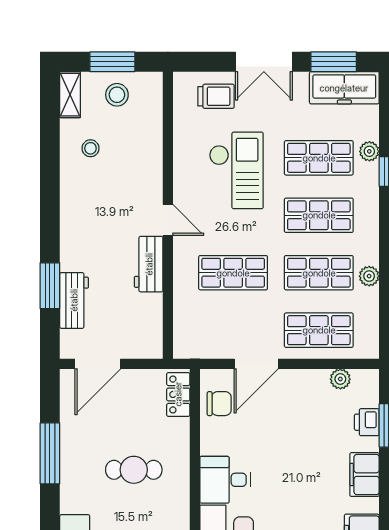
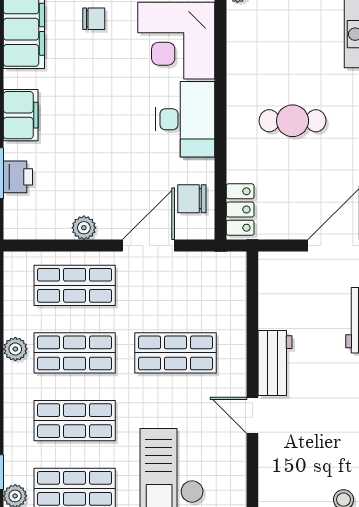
plant: (340, 379) -> (84, 228), moved
desk: (225, 480) -> (185, 119), width x1.37

